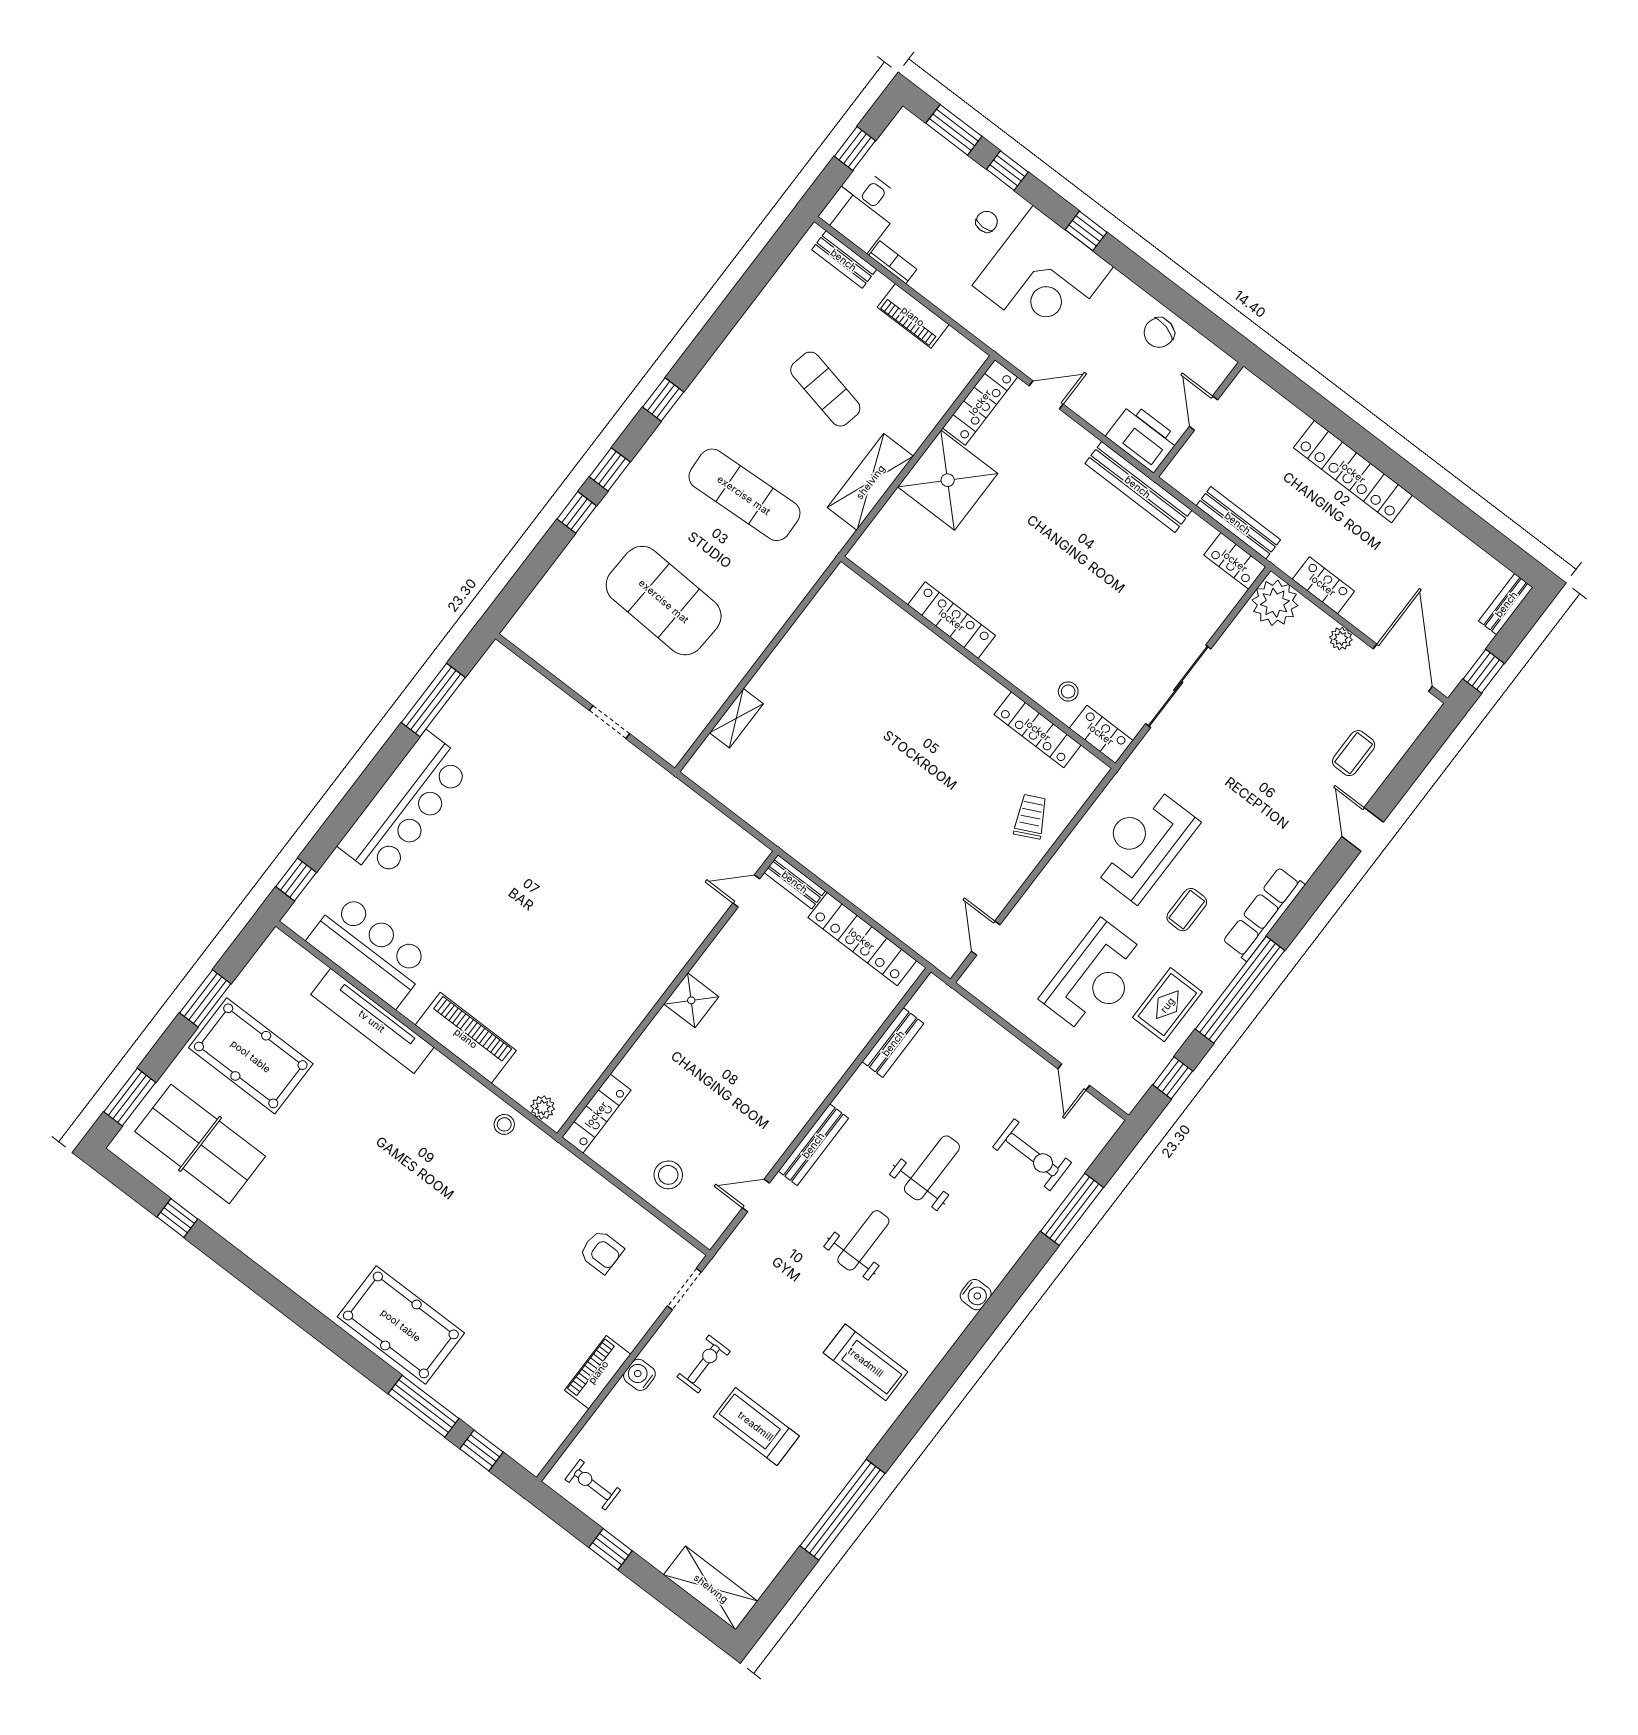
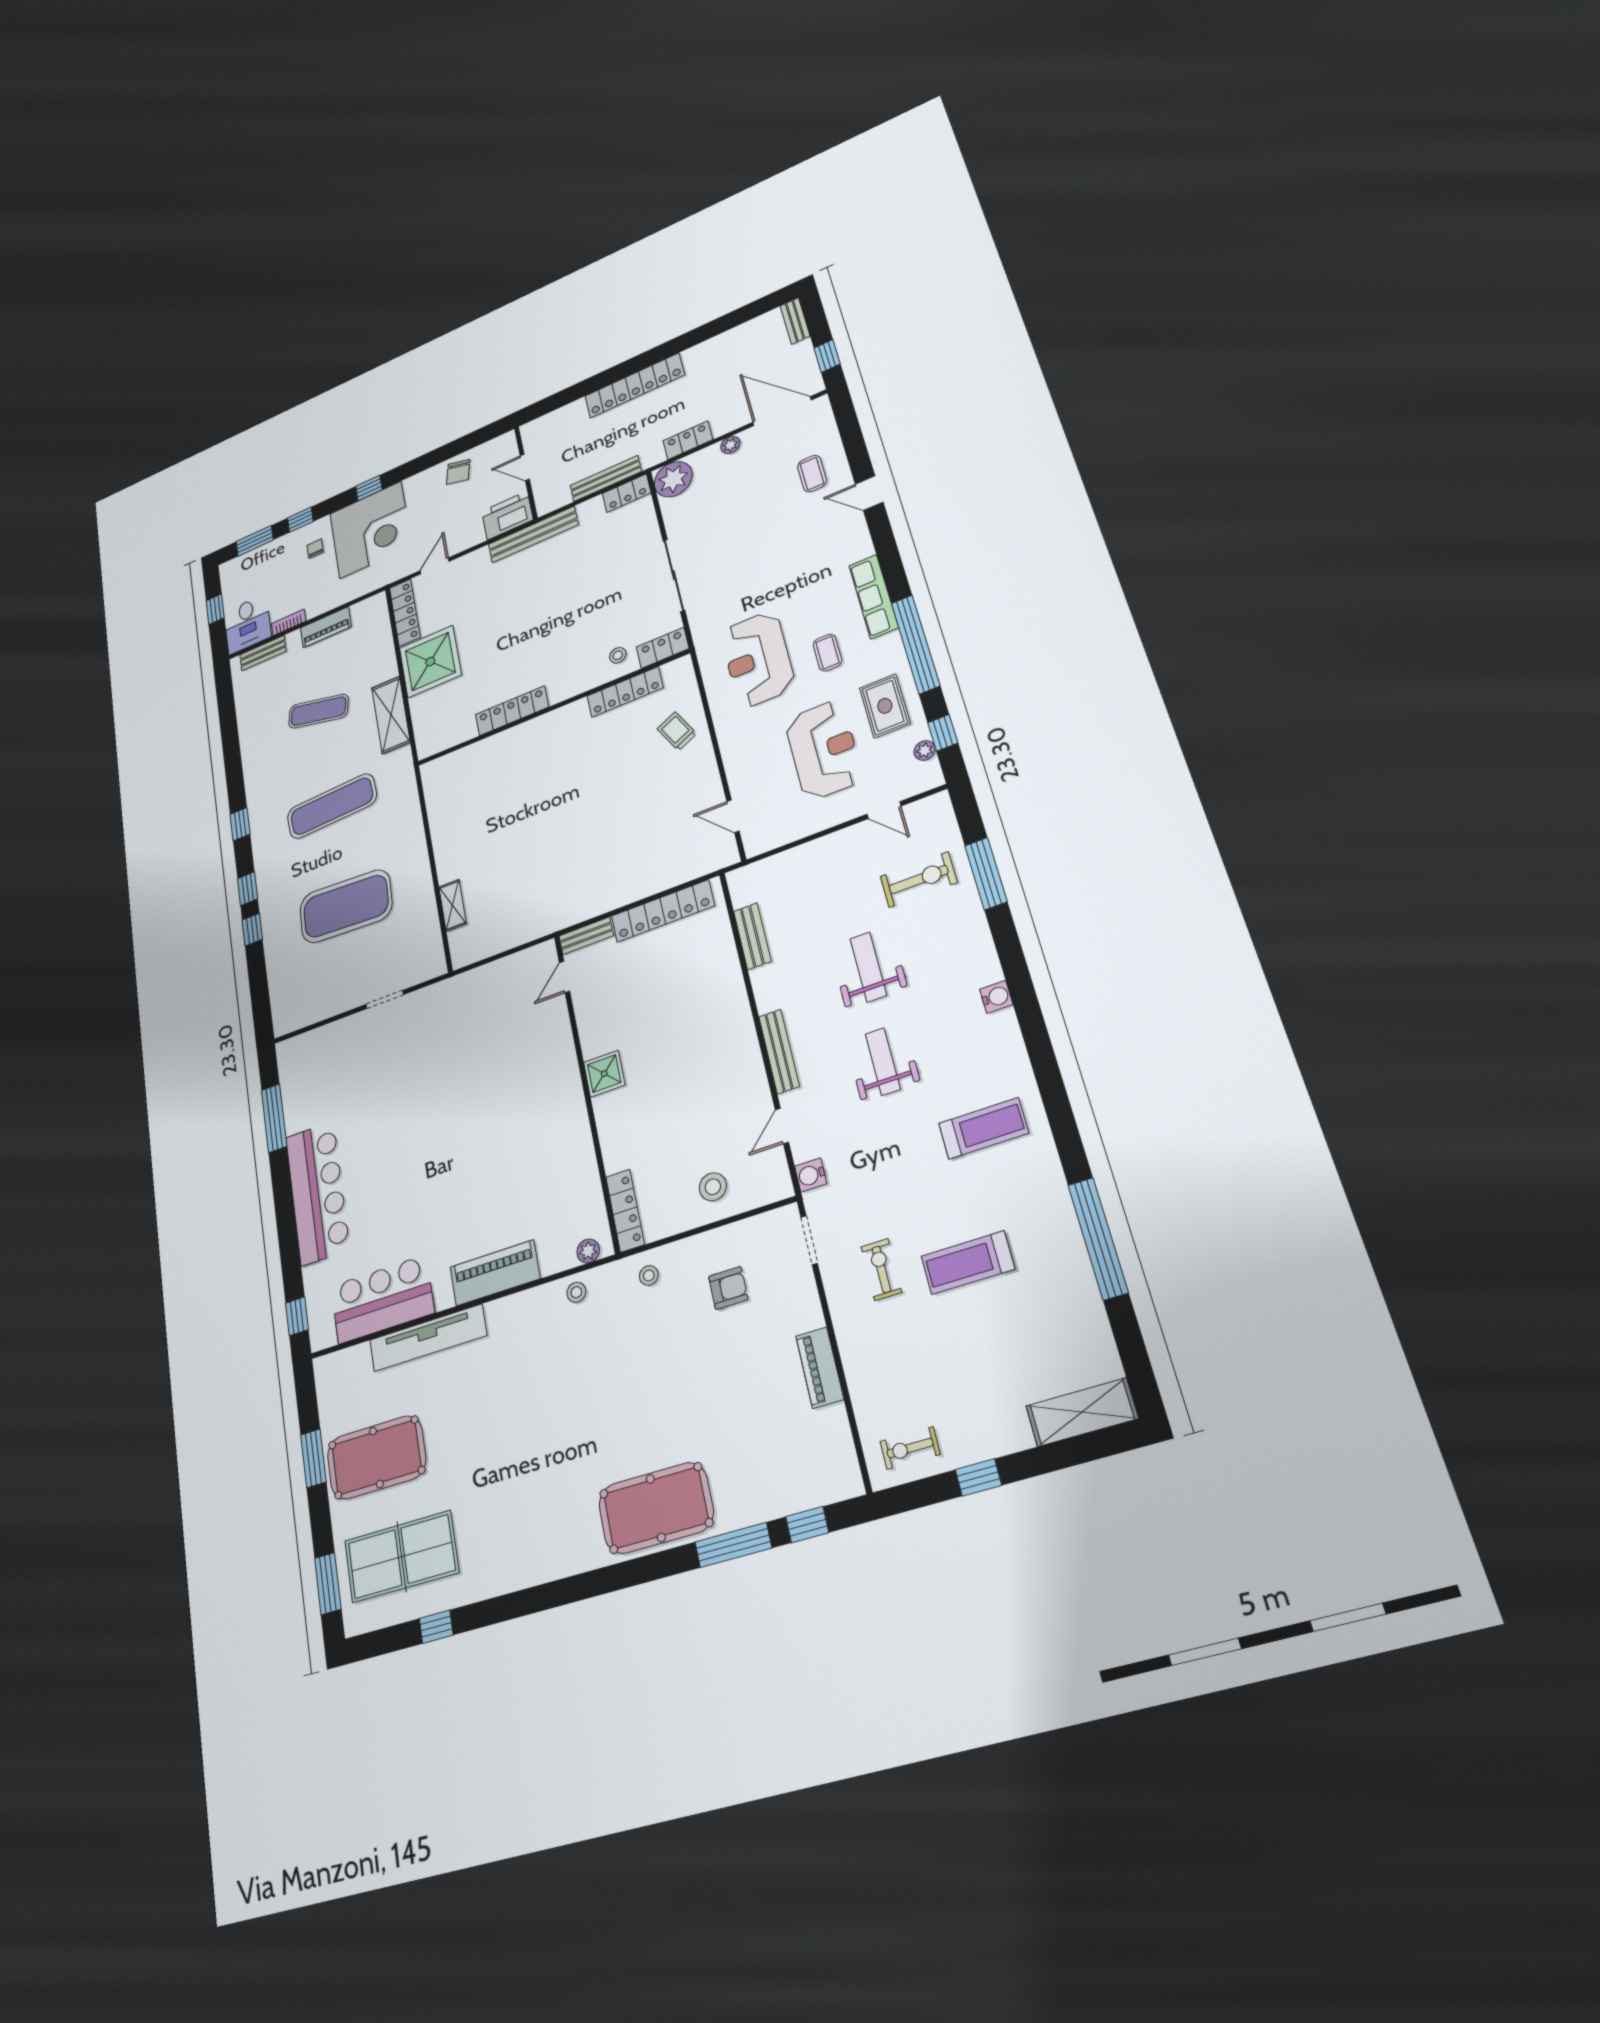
plant: (1148, 1073) -> (925, 750), added
stool: (562, 1177) -> (649, 1275), added
water cooler: (639, 1375) -> (811, 1175), moved

